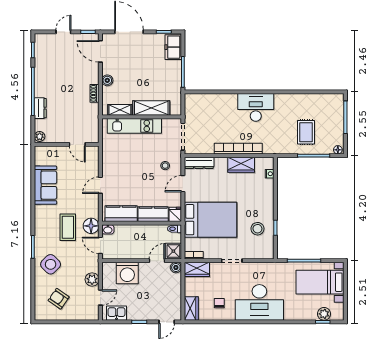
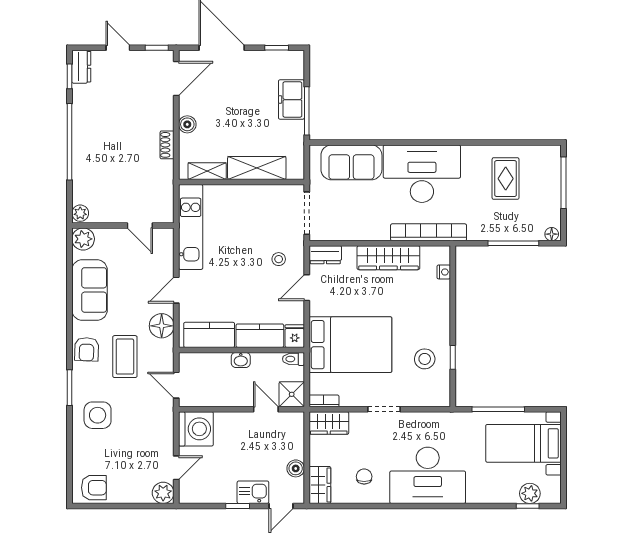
door: (63, 32) -> (118, 48), hinge flipped
freezer: (173, 47) -> (291, 100), moved
door: (100, 51) -> (176, 79), swing flipped
sofa: (211, 104) -> (351, 162), added
desk: (256, 107) -> (422, 174), width x1.36, depth x1.30
dresser: (40, 108) -> (81, 67), moved
kitchen unit: (134, 126) -> (191, 227), moved, turned -90
rug: (306, 132) -> (506, 179), moved
bookcase: (238, 149) -> (429, 232), moved
plant: (41, 153) -> (83, 239), added
dresser: (199, 163) -> (325, 255), width x0.70
wardrobe: (241, 165) -> (388, 258), width x1.50
armchair: (44, 223) -> (87, 349), added
floor lamp: (91, 226) -> (162, 326), moved
washbasin: (108, 229) -> (241, 360), moved
door: (157, 261) -> (266, 409), hinge flipped
side table: (51, 264) -> (98, 415), turned 45
boiler: (176, 267) -> (296, 468), moved
washing machine: (127, 273) -> (196, 429), moved, turned -90
plant: (92, 279) -> (163, 493), moved
armchair: (59, 299) -> (94, 488), moved, turned 145
kitchen sink: (116, 313) -> (253, 492), moved

